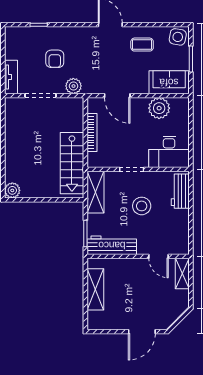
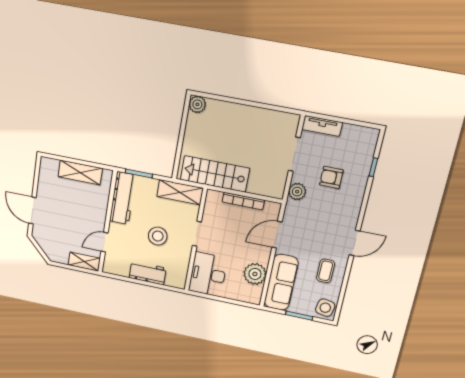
sofa: (169, 82) -> (281, 282), width x1.36
workbench: (180, 191) -> (148, 273), moved

